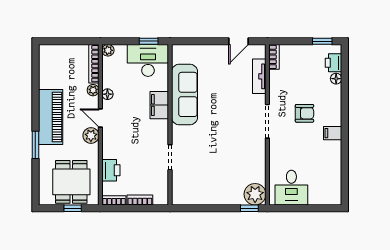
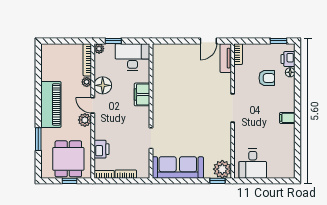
window: (149, 41) -> (113, 41), moved
tv unit: (259, 76) -> (226, 58), moved
floor lamp: (107, 94) -> (103, 85), width x1.89, depth x1.89
sofa: (185, 94) -> (178, 167), moved, turned -90
armchair: (304, 113) -> (267, 78), moved
window: (35, 145) -> (38, 139), moved

